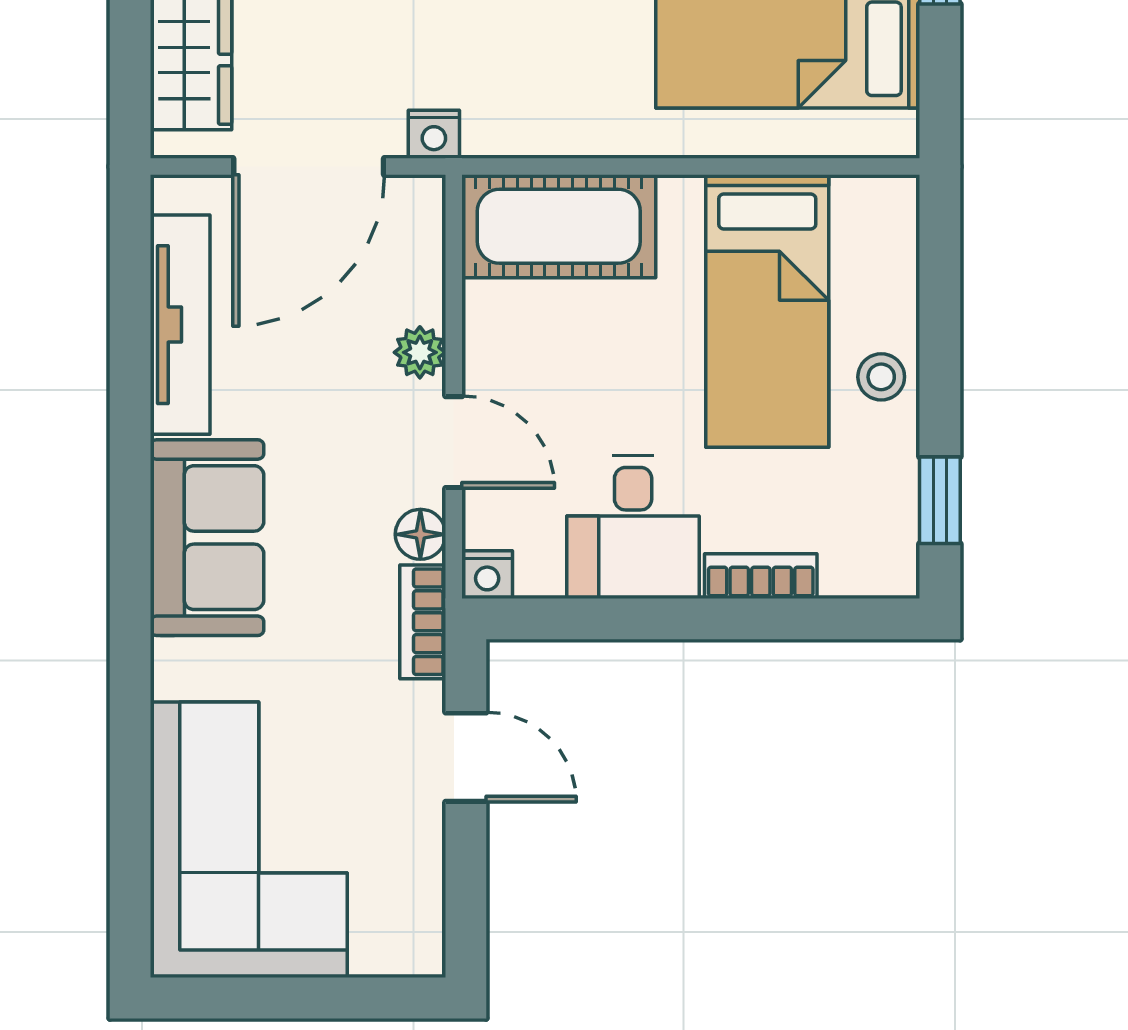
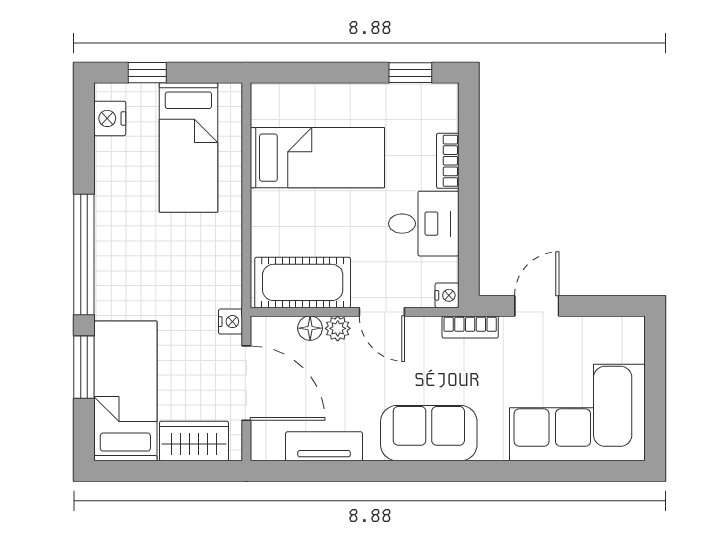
cot: (559, 226) -> (303, 282), moved, turned 90
tv unit: (180, 325) -> (324, 446), width x0.71
stool: (881, 377) -> (350, 102), removed
door: (454, 442) -> (382, 312), swing flipped
floor lamp: (420, 534) -> (310, 328), moved

